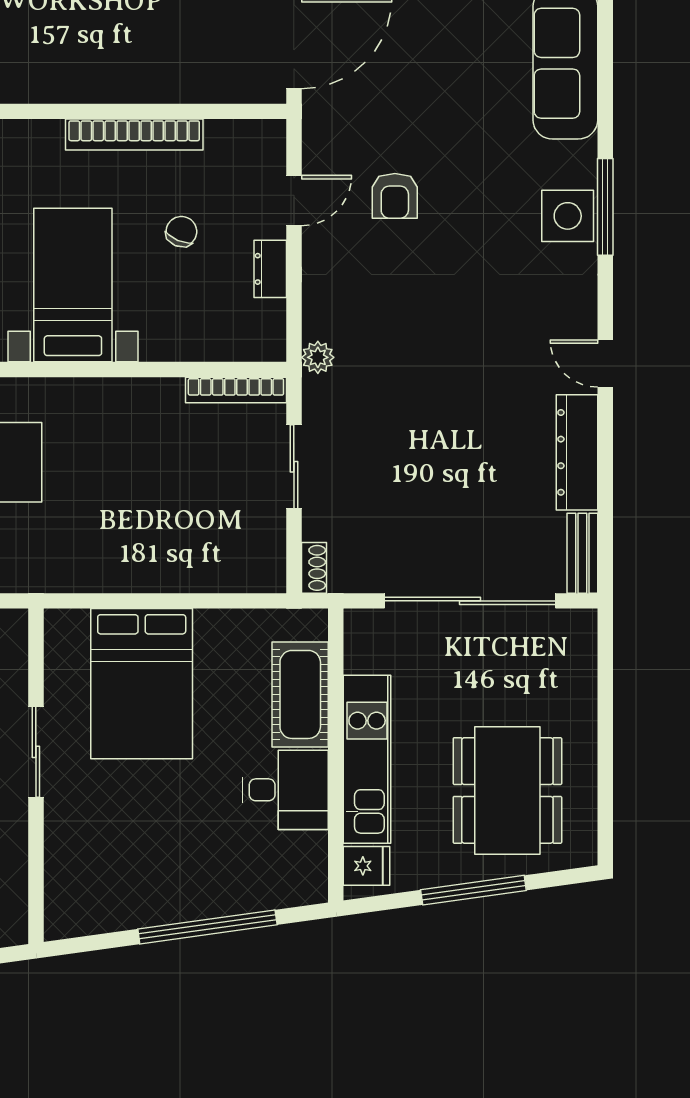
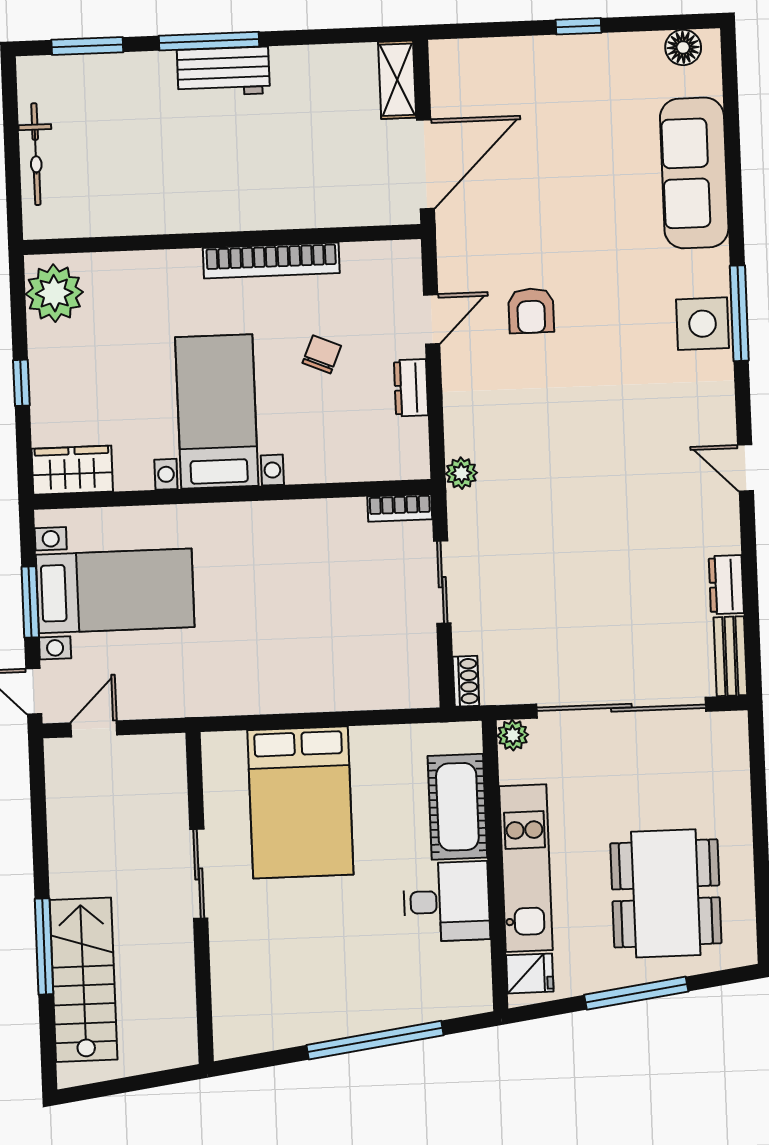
bookcase: (236, 390) -> (400, 508), width x0.64
dresser: (577, 452) -> (726, 585), width x0.51, depth x0.80
plant: (359, 624) -> (513, 735), added

